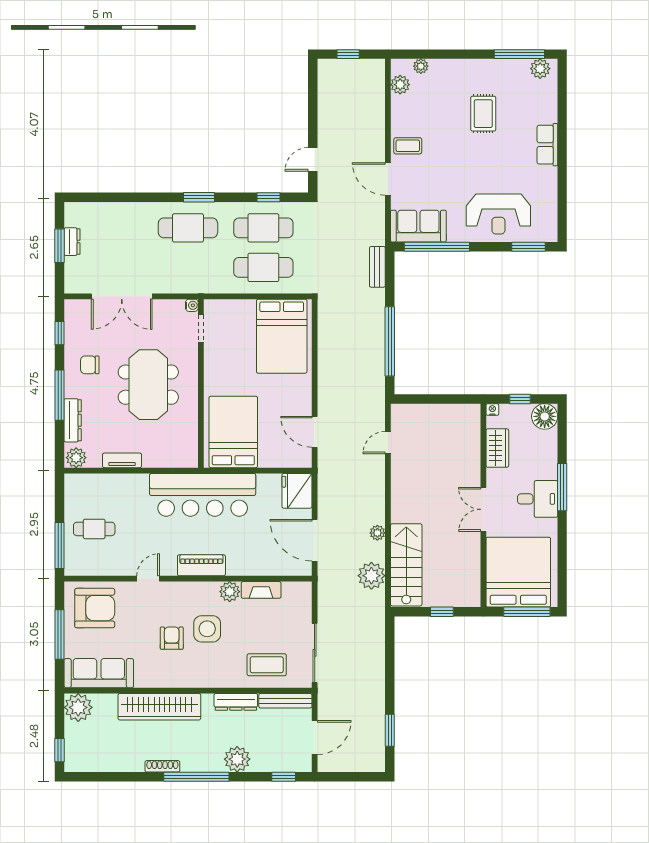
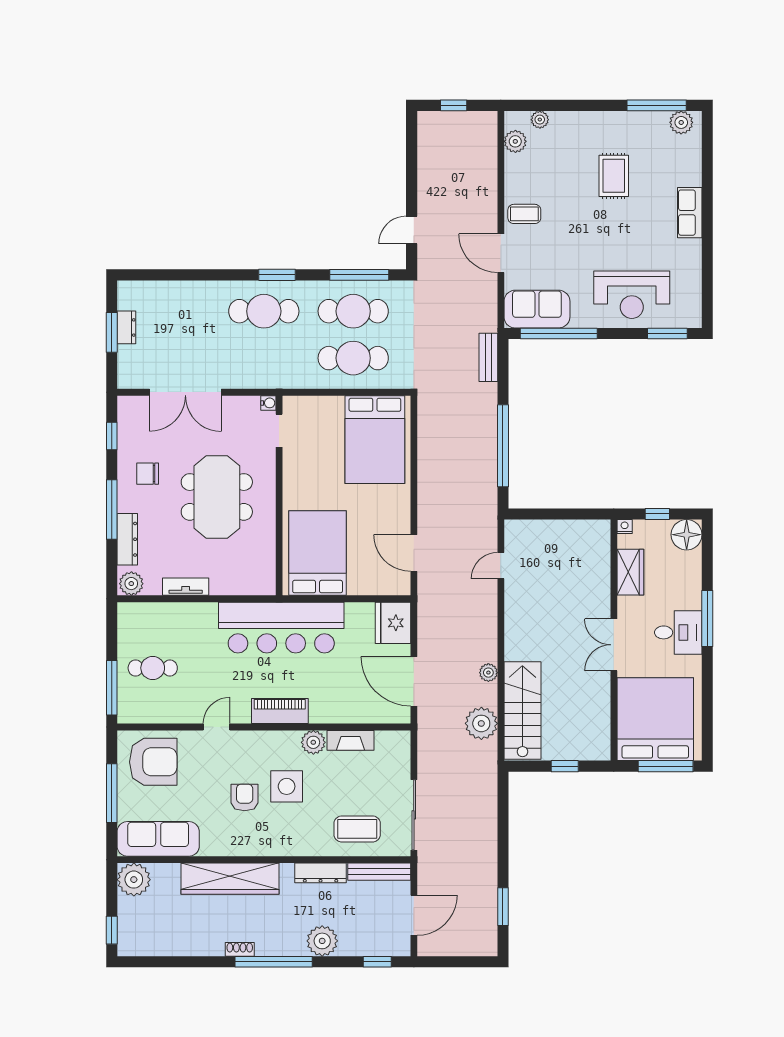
window: (268, 197) -> (359, 275), width x2.17
shoe rack: (162, 766) -> (240, 949), width x0.70

